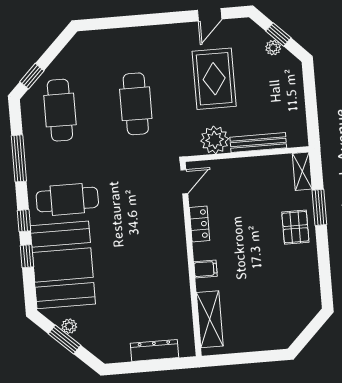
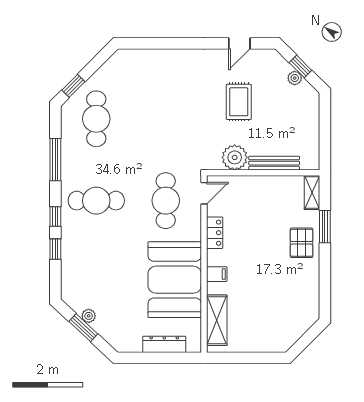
rug: (214, 79) -> (239, 102), width x0.73, depth x0.70
cafe table: (136, 104) -> (166, 201), moved
booth: (63, 265) -> (175, 280), moved

